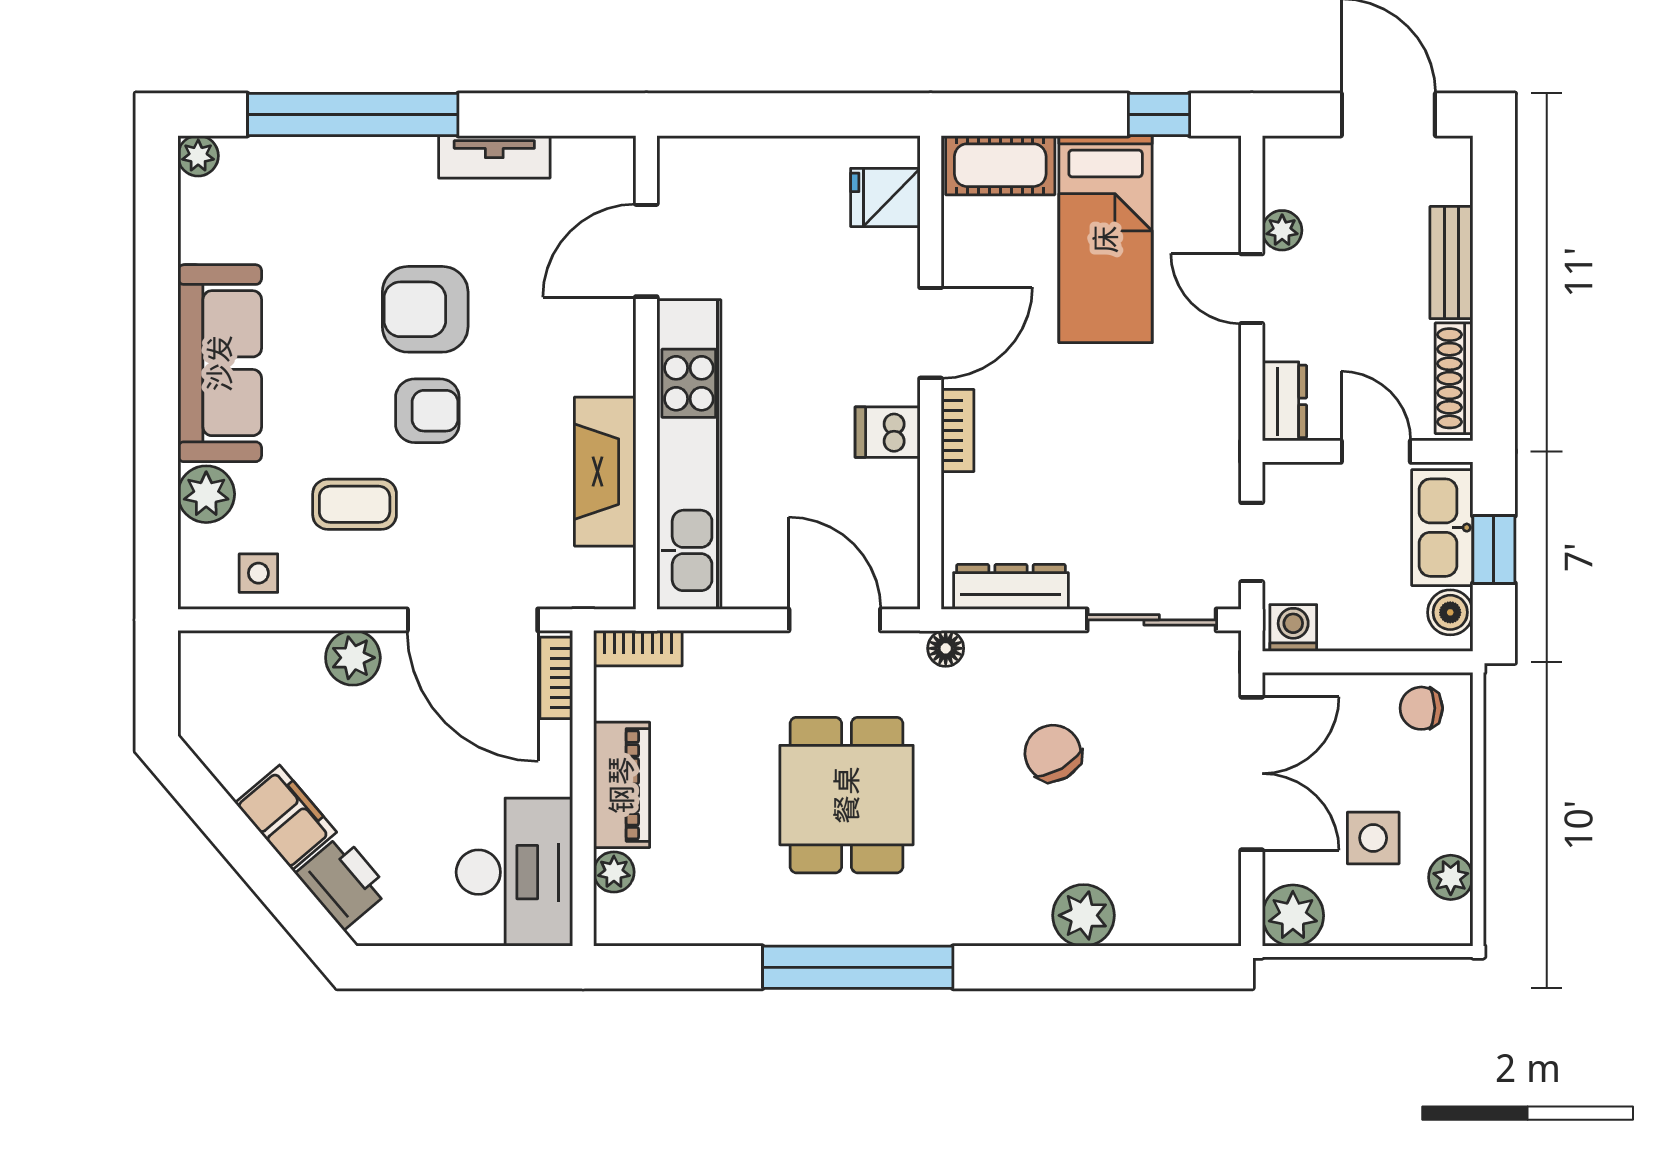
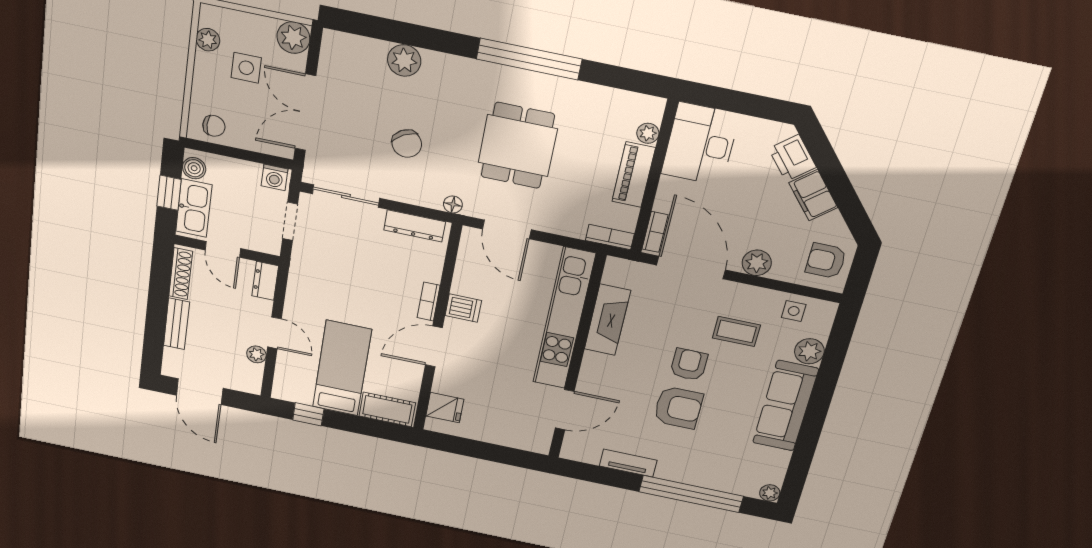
armchair: (427, 411) -> (689, 364), turned 90
armchair: (227, 691) -> (826, 261), added

